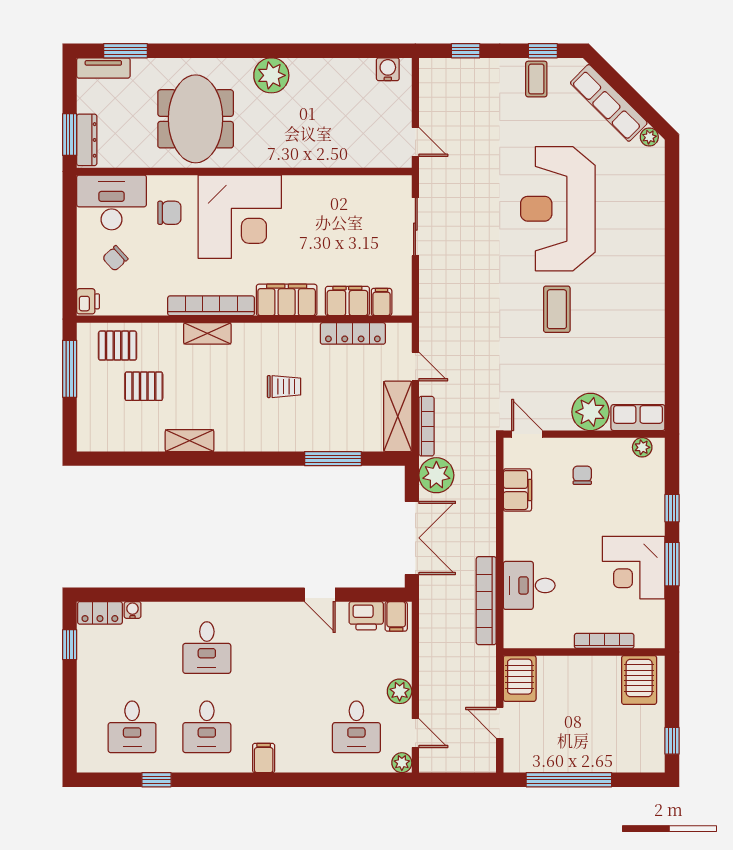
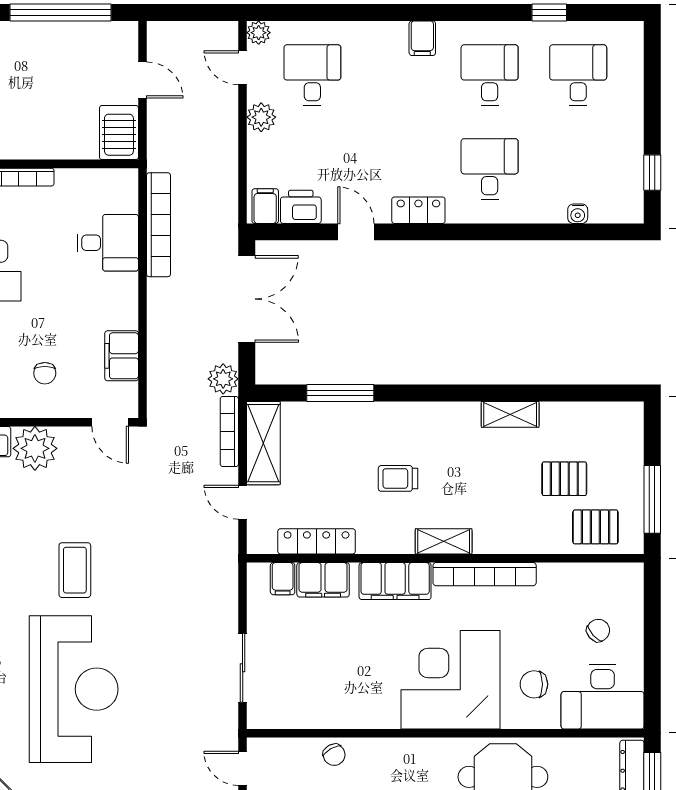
chair: (338, 153) -> (334, 755), added
printer: (88, 301) -> (630, 579), removed
shelving: (207, 333) -> (444, 541), moved
plant: (436, 475) -> (223, 379), width x0.73, depth x0.73
double door: (412, 538) -> (247, 299), swing flipped
locker: (100, 613) -> (418, 210), moved

